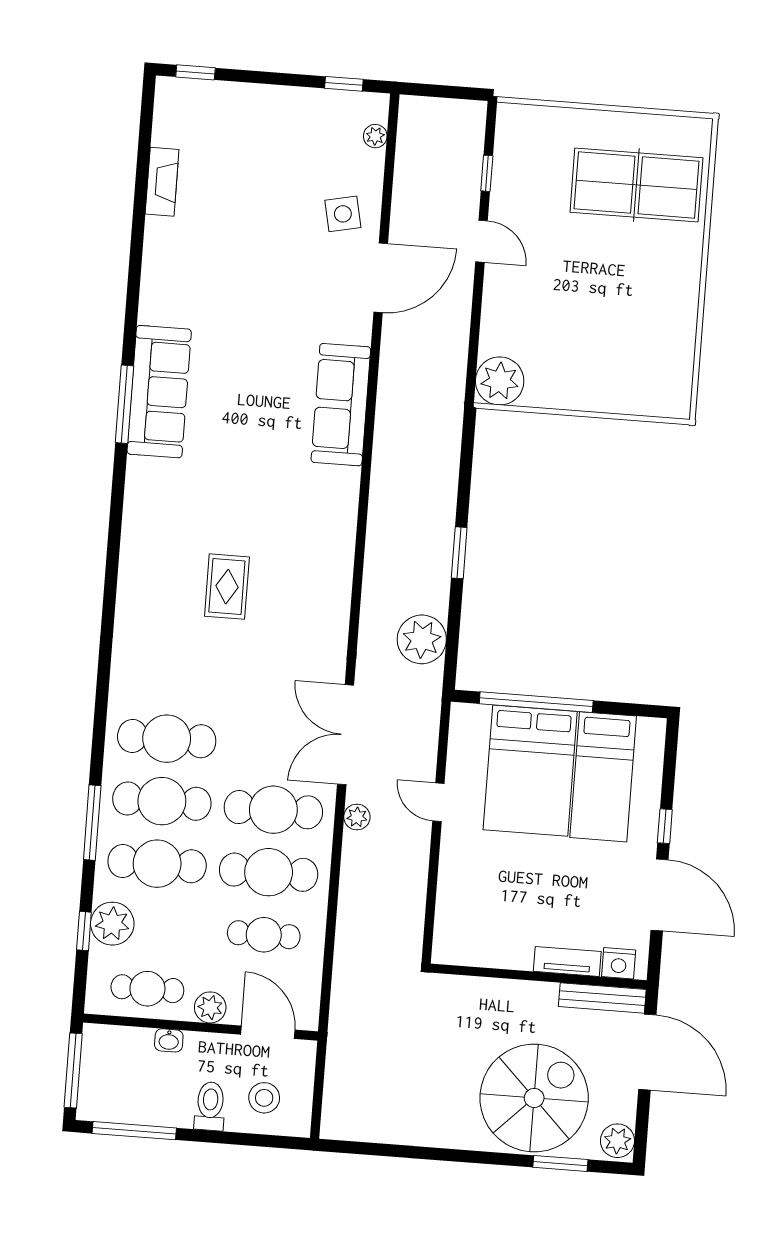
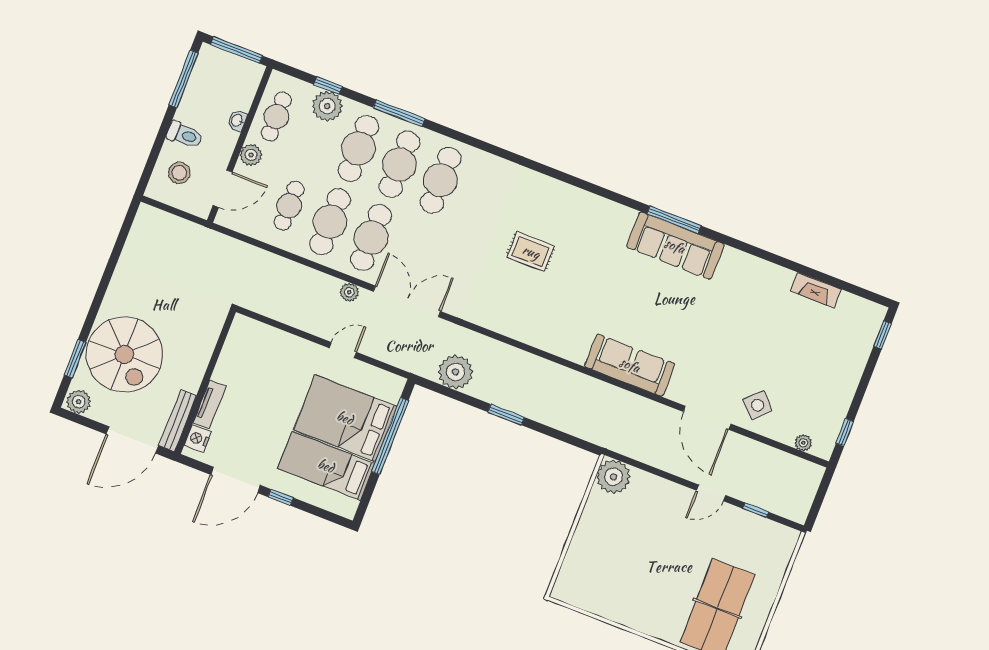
side table: (343, 214) -> (758, 405), turned -32

